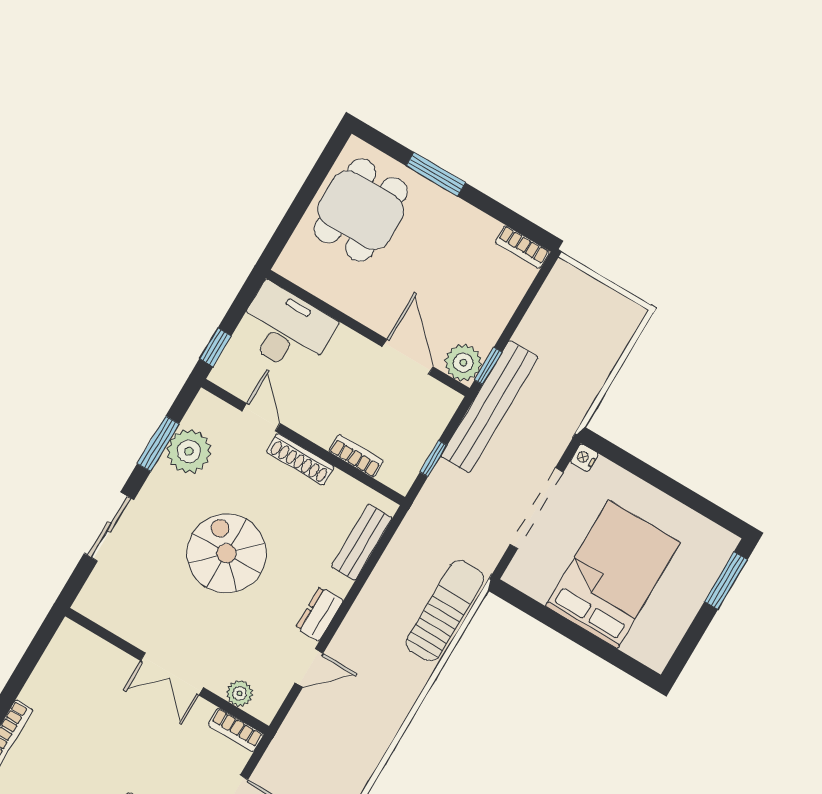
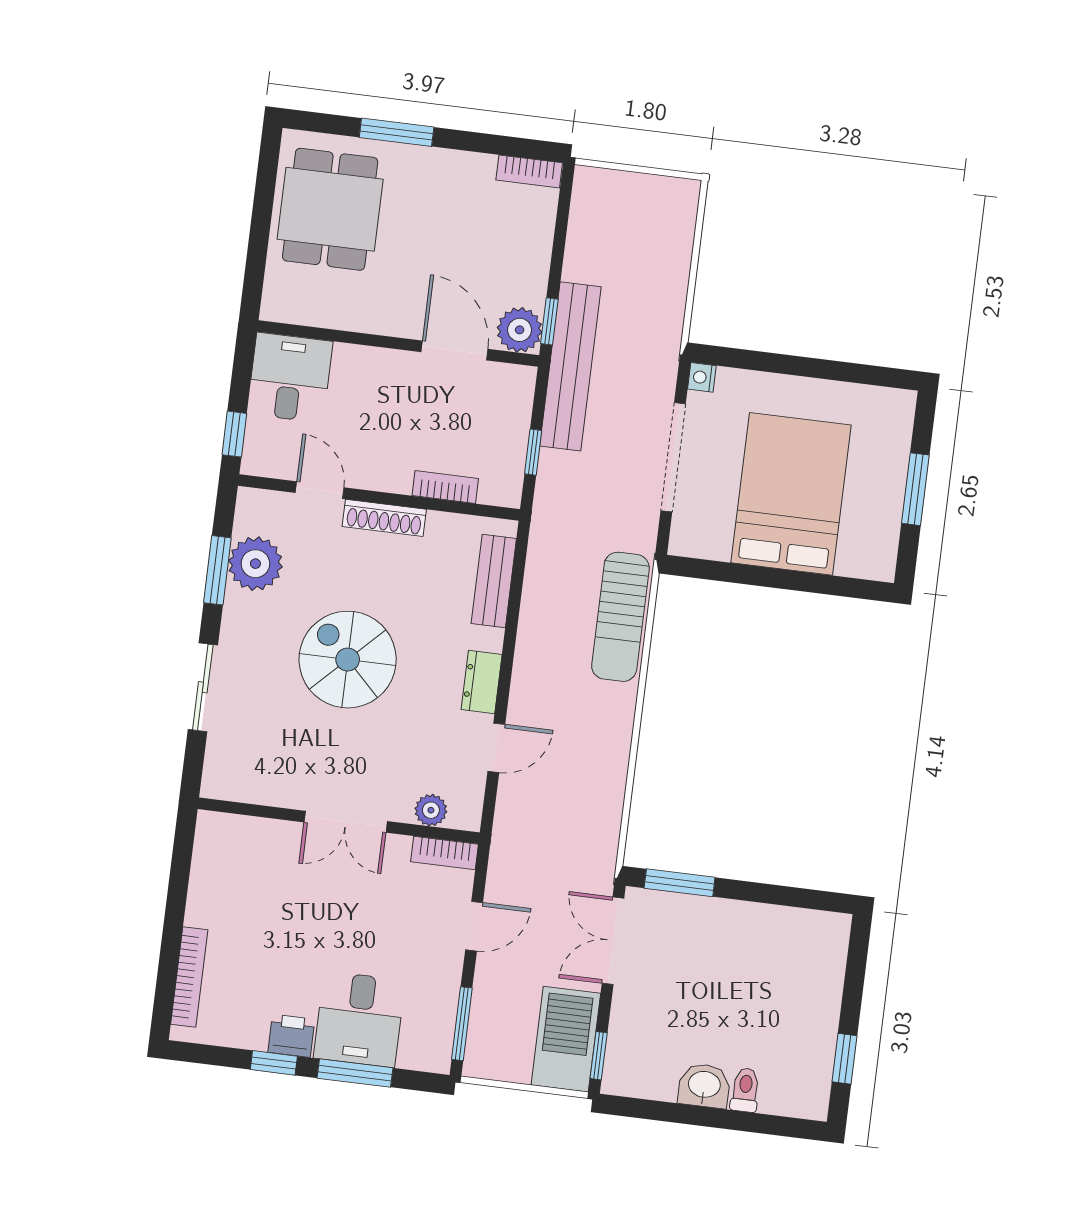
desk: (286, 329) -> (290, 378), width x0.73
window: (726, 581) -> (915, 489), moved
sun lounger: (445, 611) -> (620, 617), turned 180

